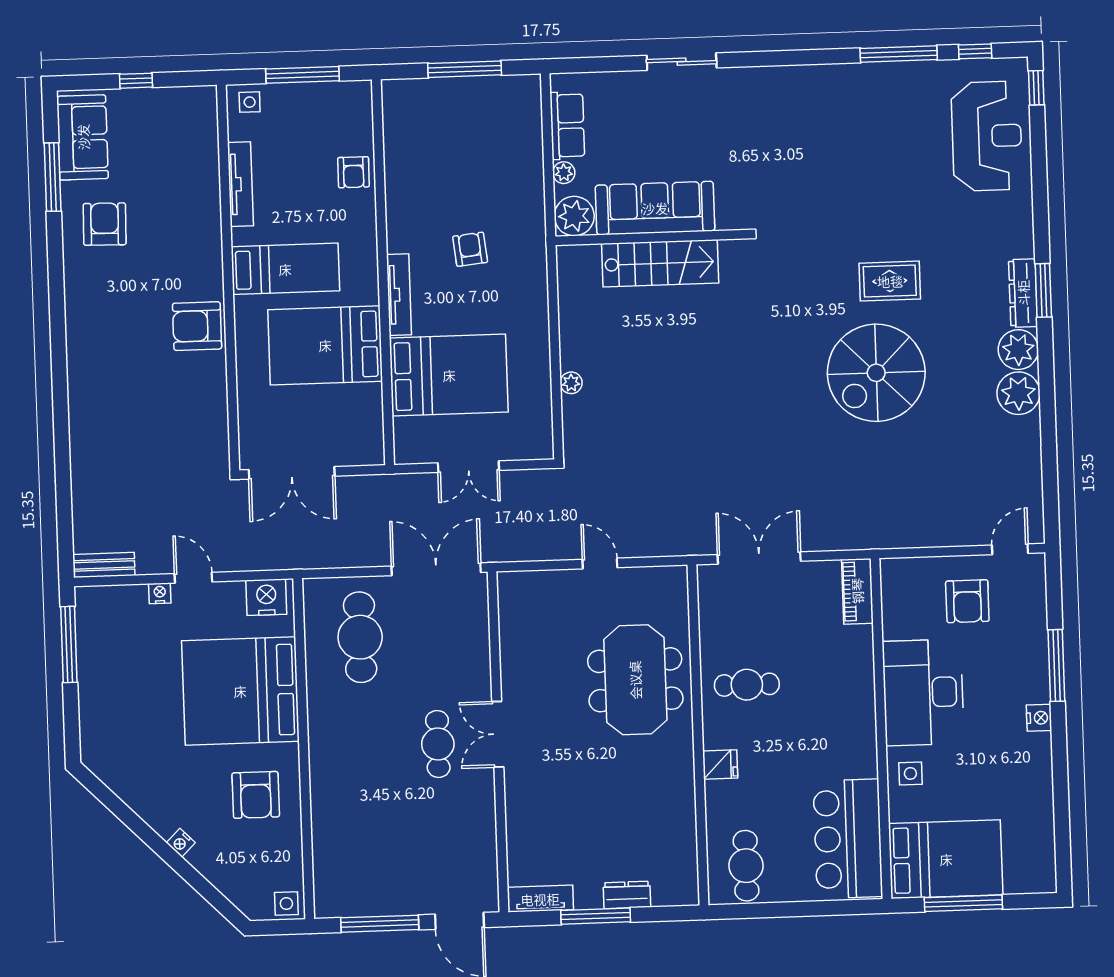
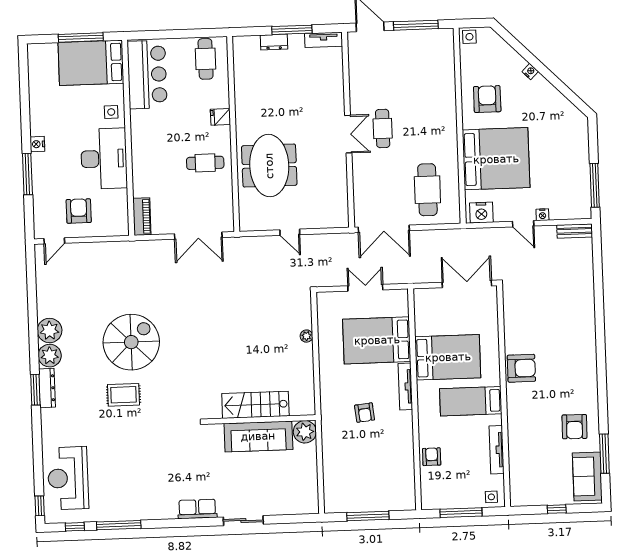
row of seats: (567, 126) -> (197, 509), moved, turned 90
plant: (564, 173) -> (311, 457), removed

